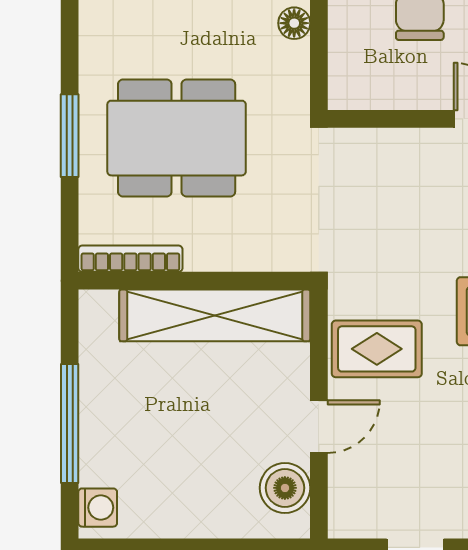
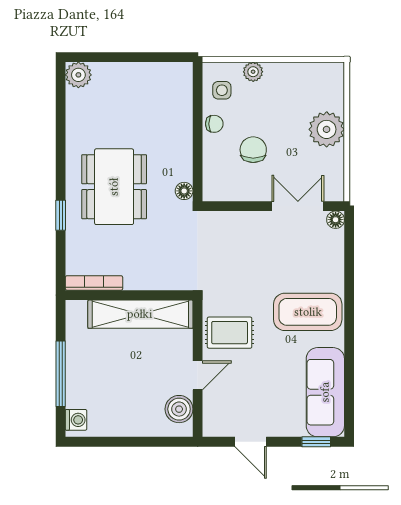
floor lamp: (294, 23) -> (184, 191), moved
window: (70, 136) -> (61, 215), width x0.67
dining table: (177, 138) -> (114, 187), moved, turned 90

